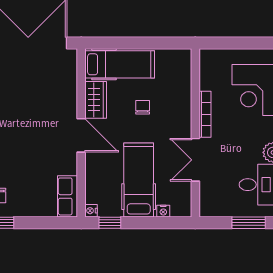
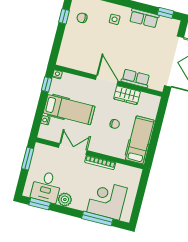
hospital bed: (120, 64) -> (140, 140), moved, turned 180
door: (81, 135) -> (107, 80), swing flipped
row of seats: (68, 196) -> (136, 78), moved
window: (249, 223) -> (28, 159), moved

